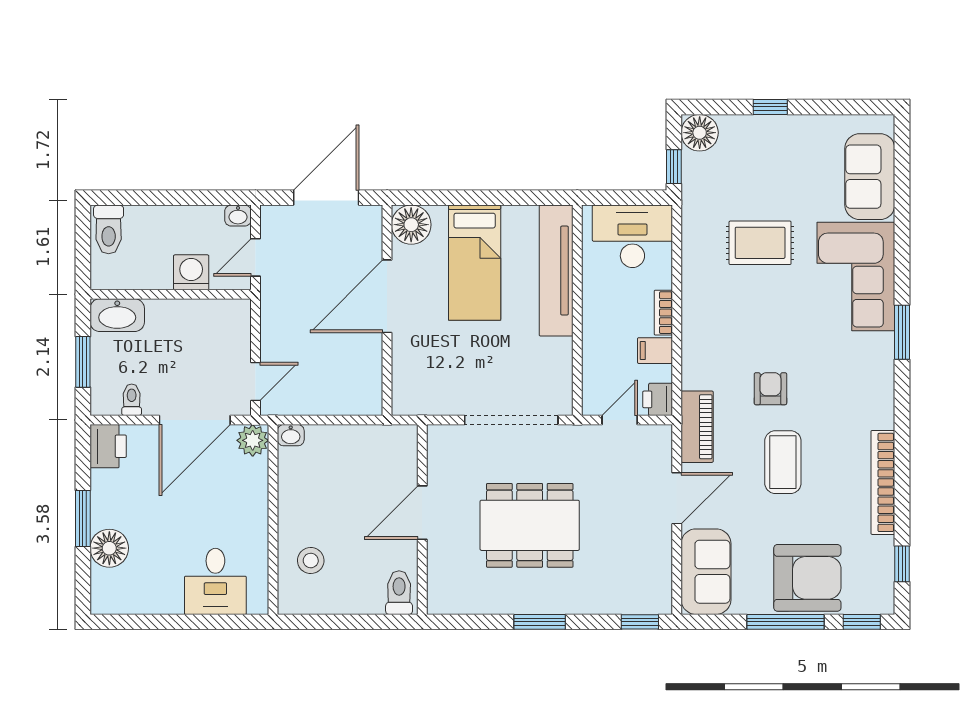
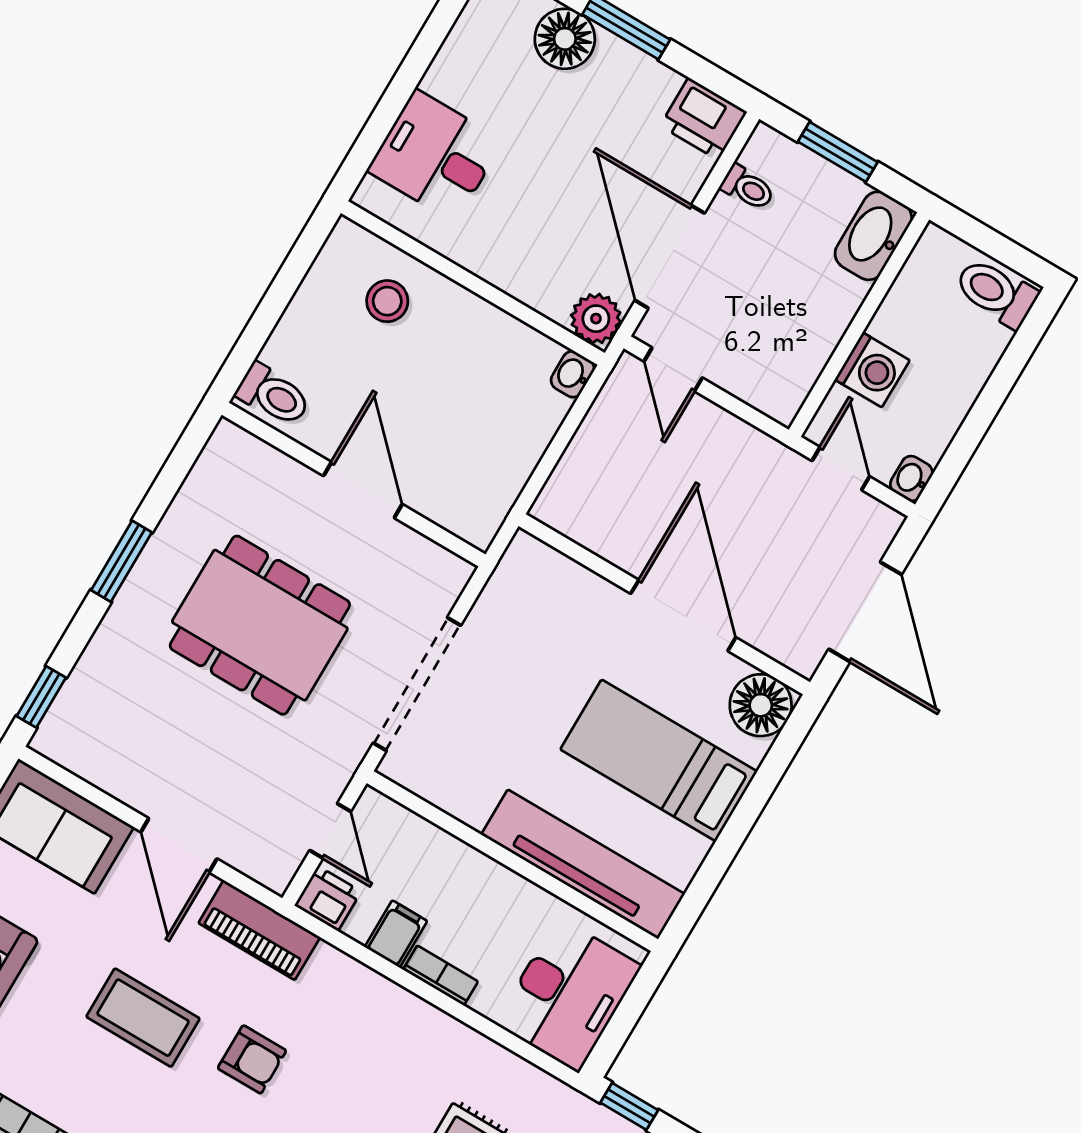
dining table: (530, 525) -> (260, 625), turned 90

